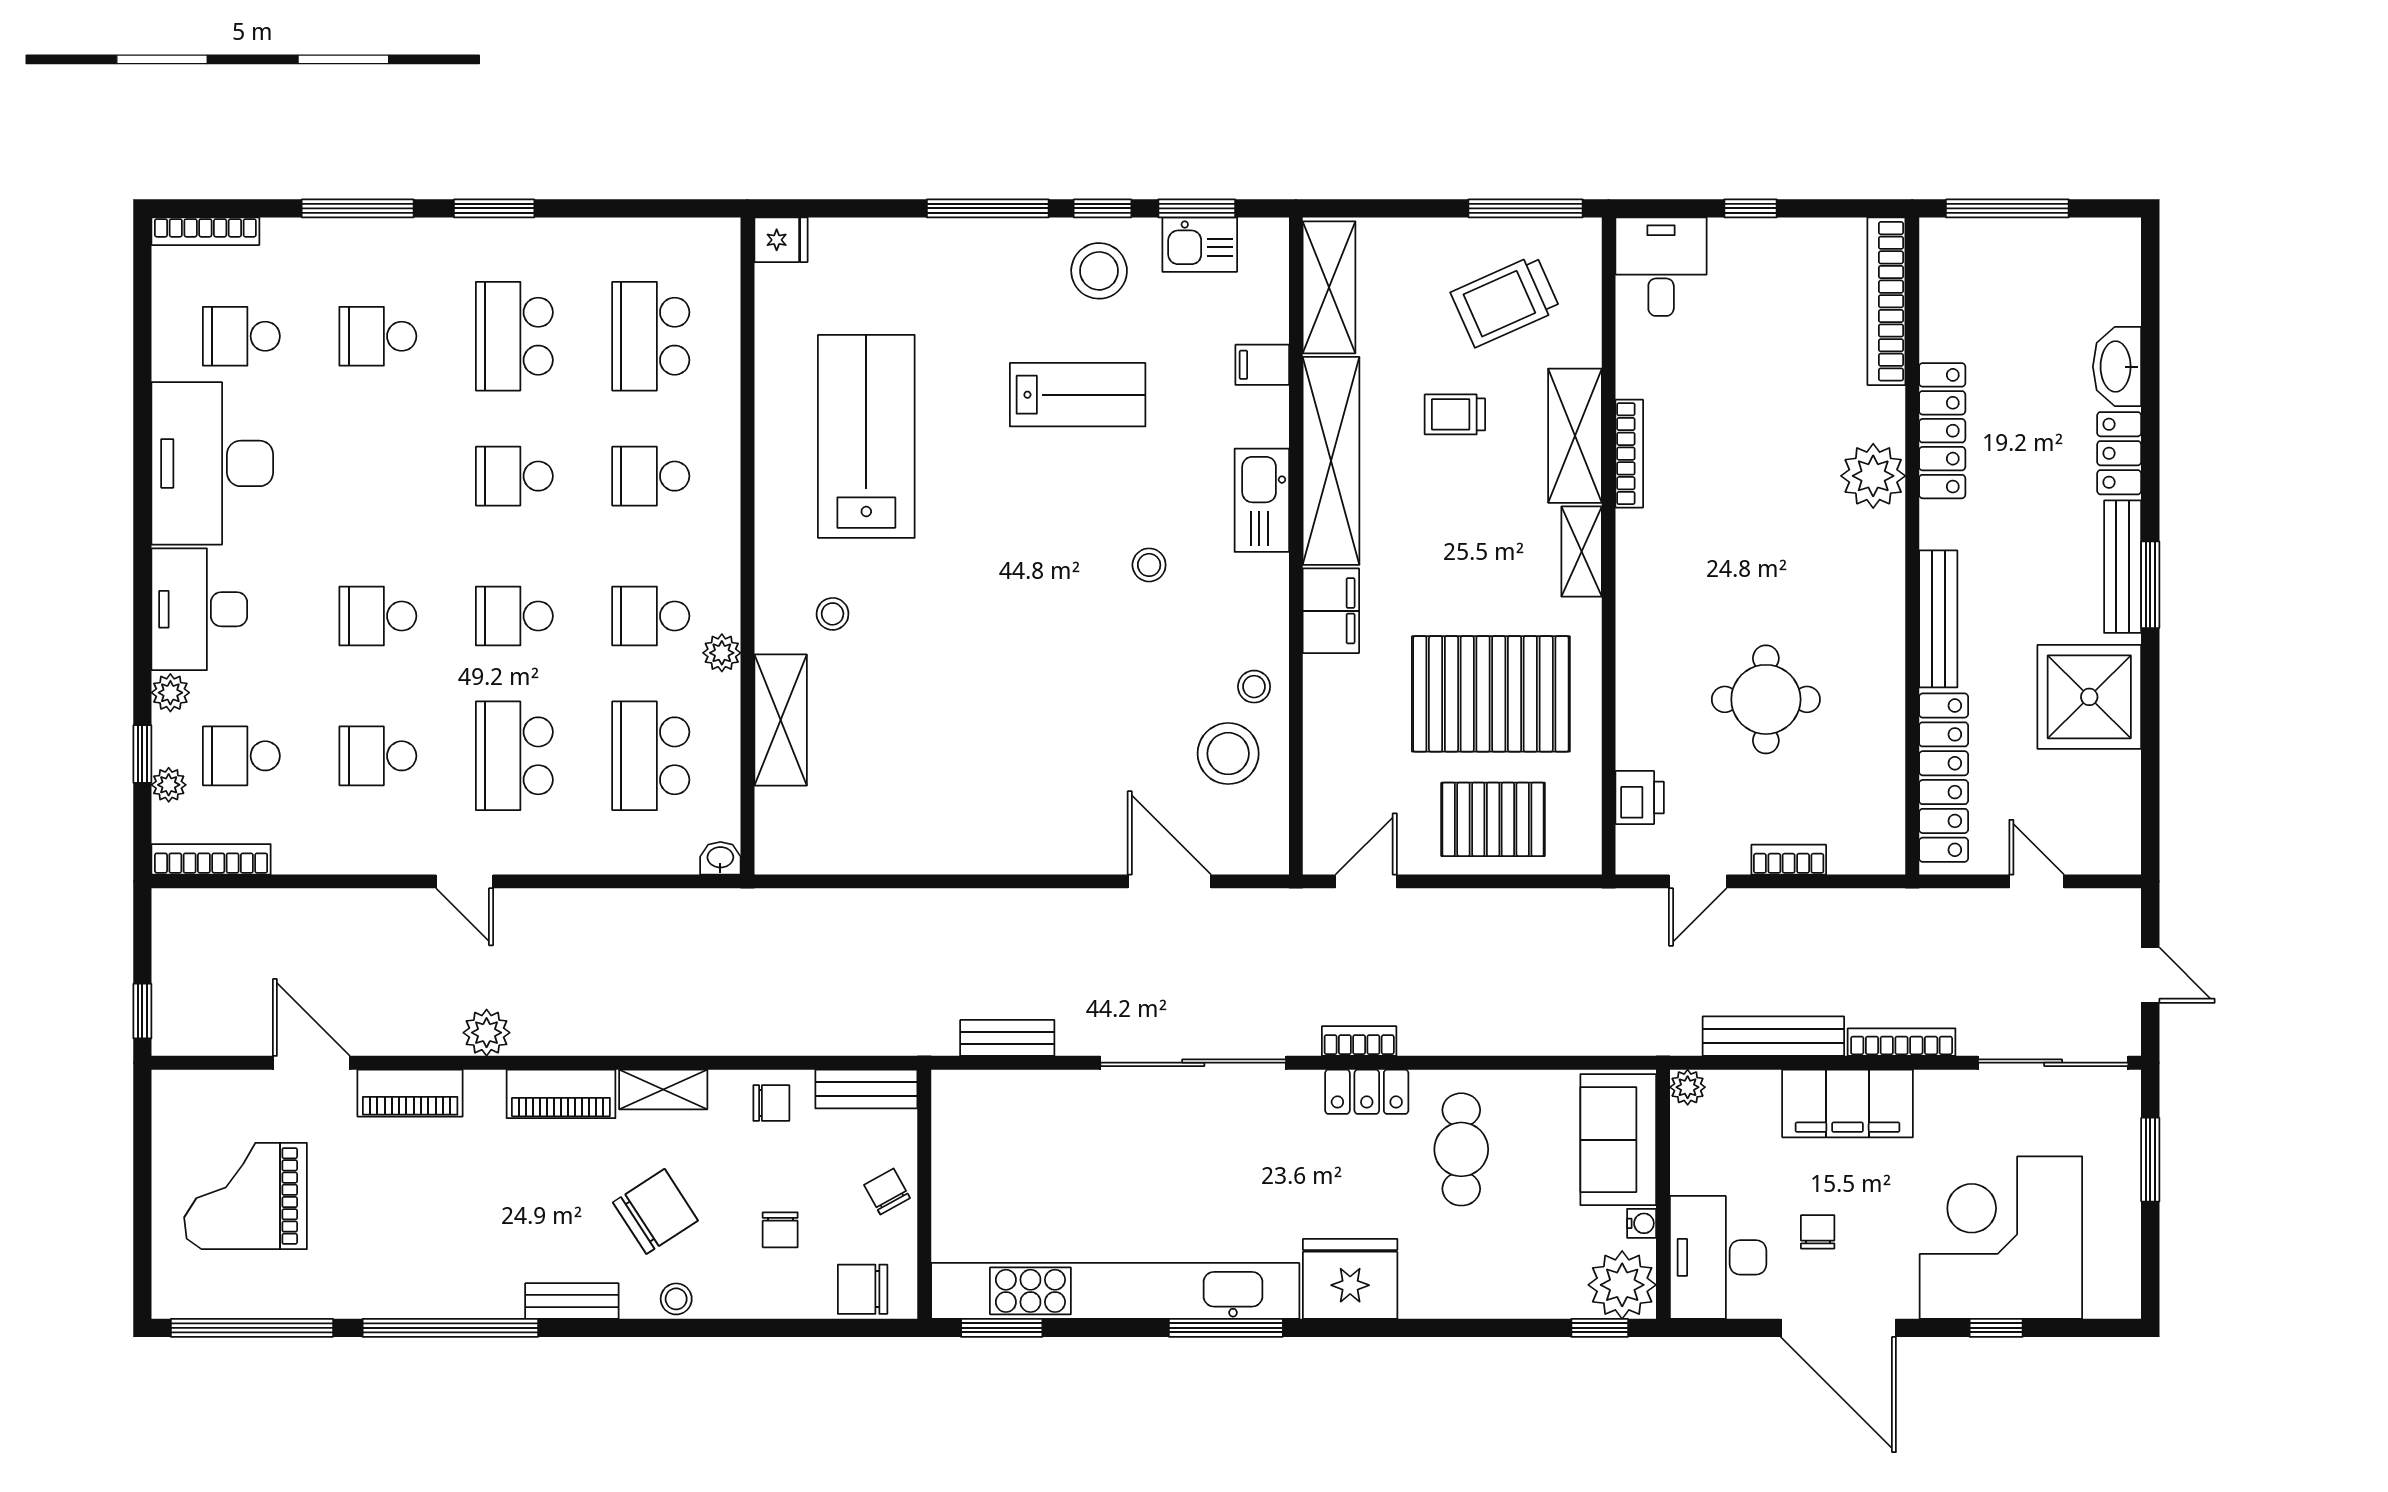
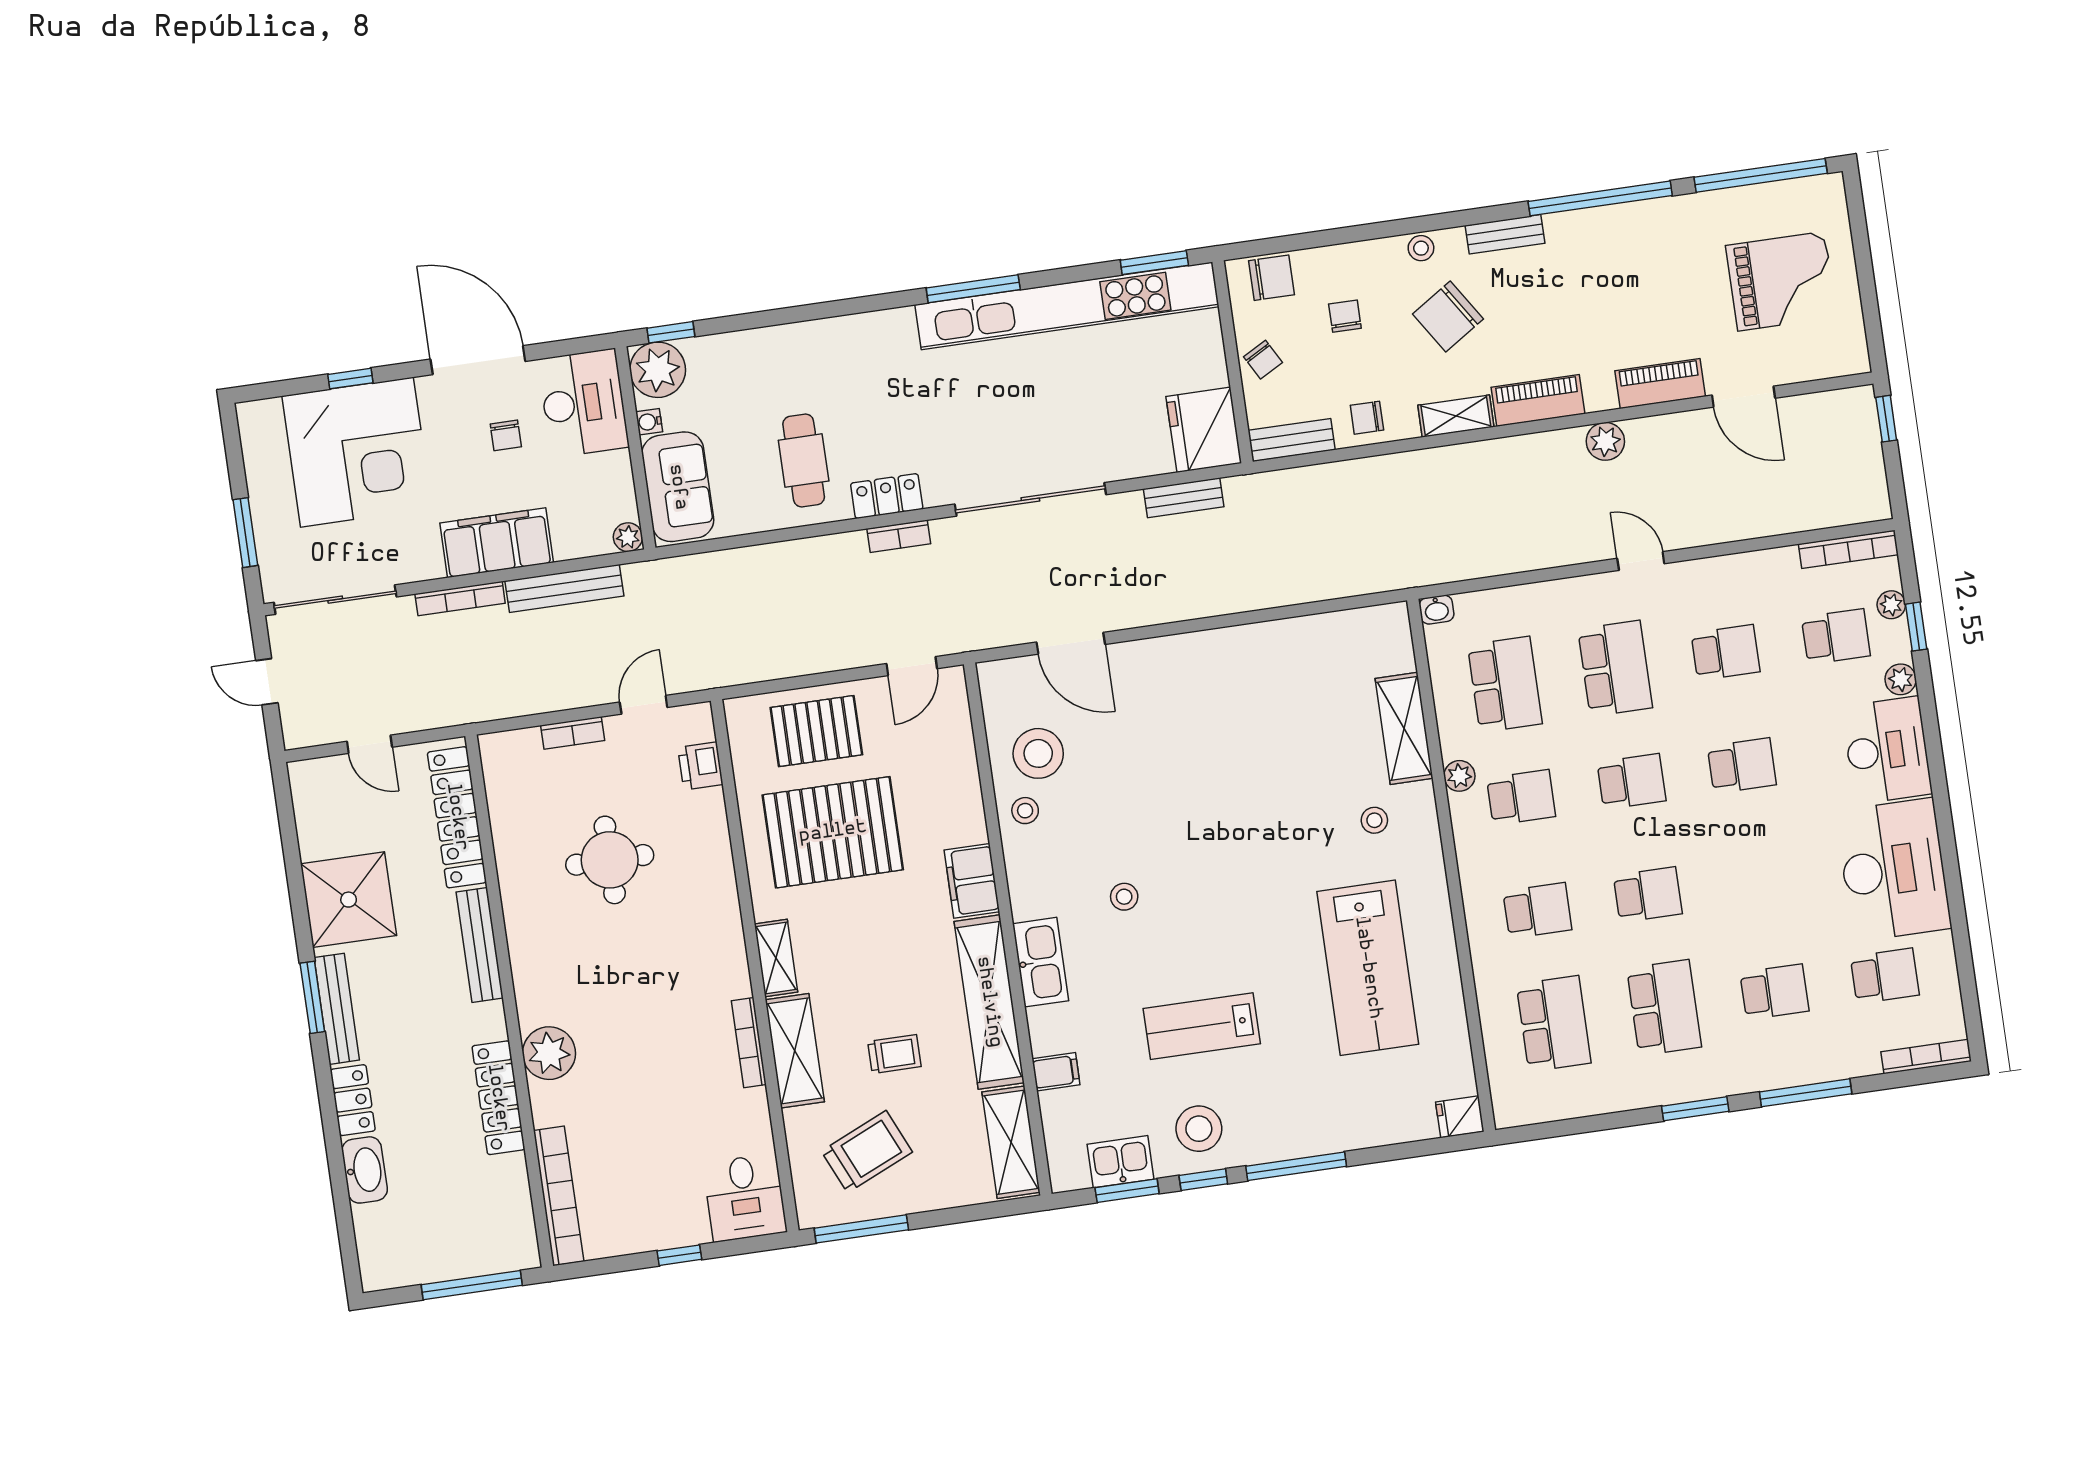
fridge: (1350, 1279) -> (1204, 430), moved, turned 90

